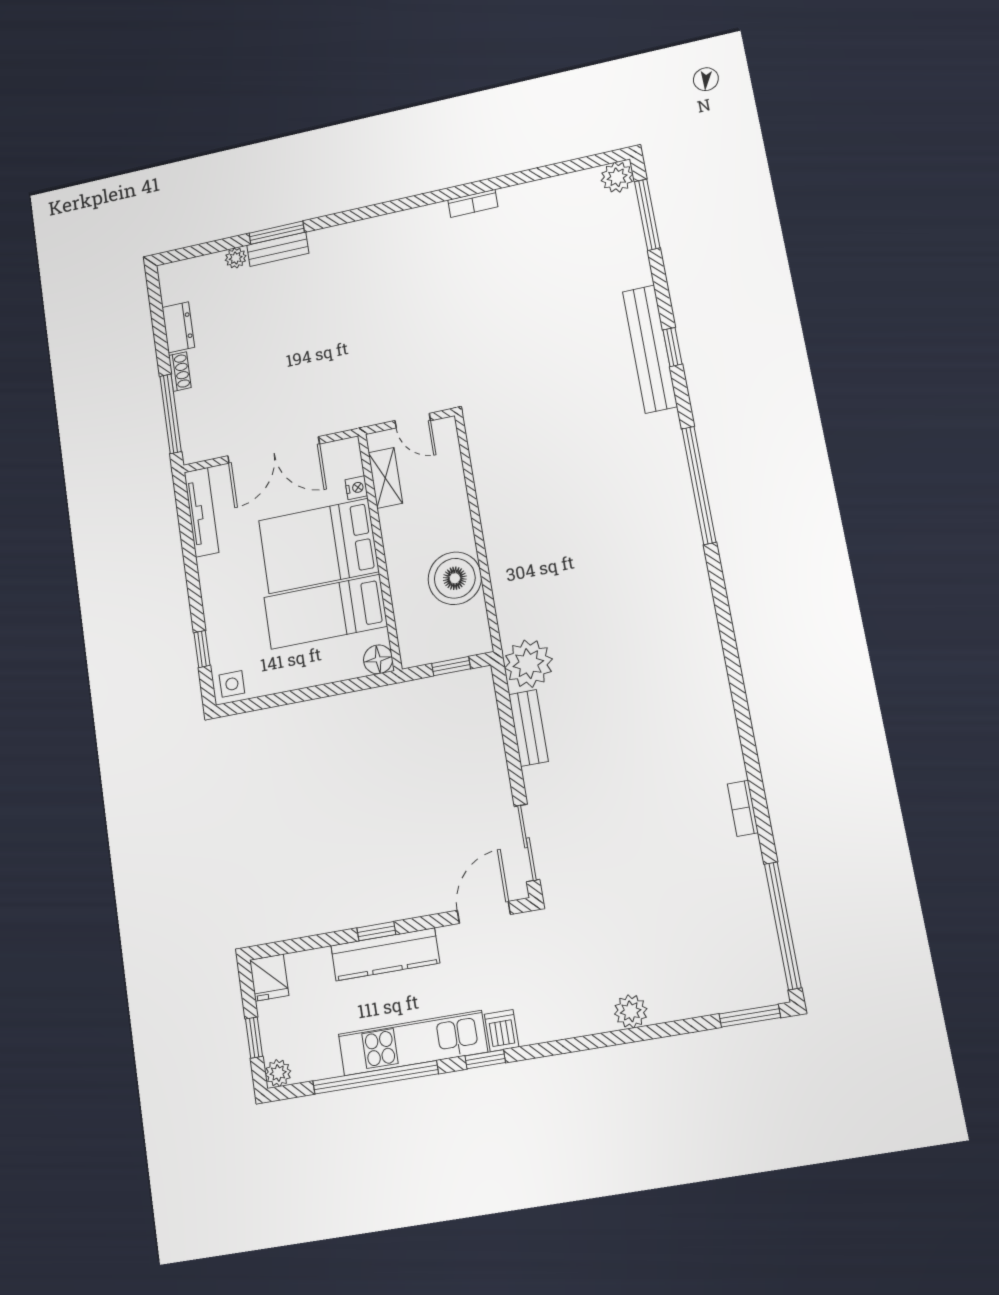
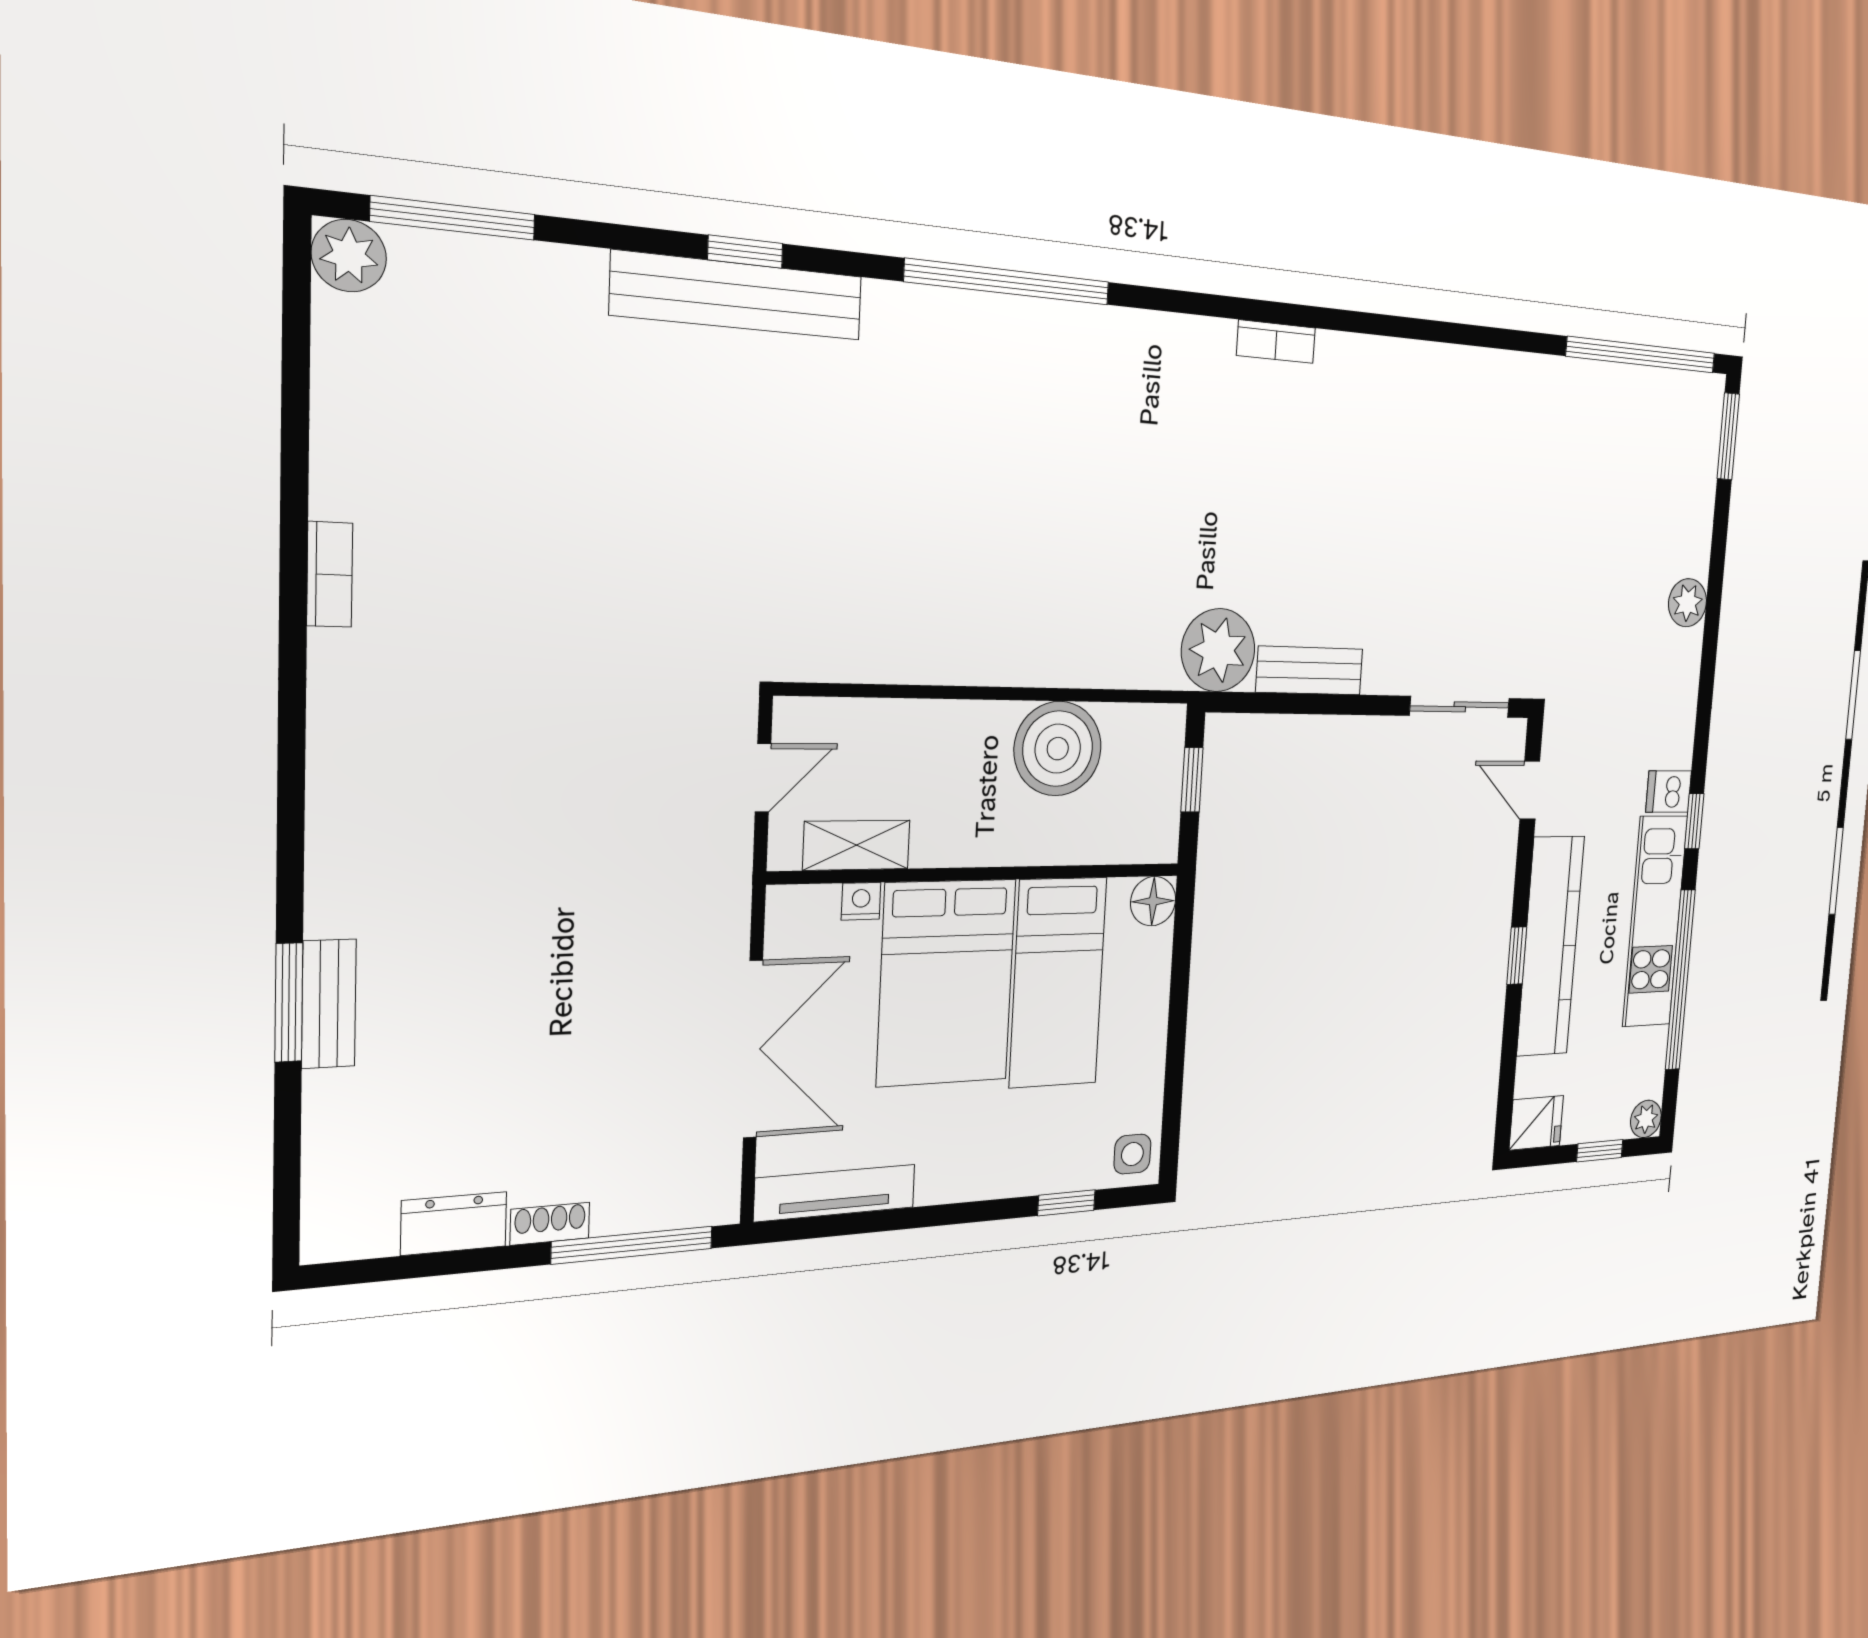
plant: (236, 258) -> (326, 1095), removed
bookcase: (743, 808) -> (1276, 342), moved
door: (484, 912) -> (1530, 790), width x0.73
kitchen counter: (385, 954) -> (1550, 946), width x1.39, depth x1.17

